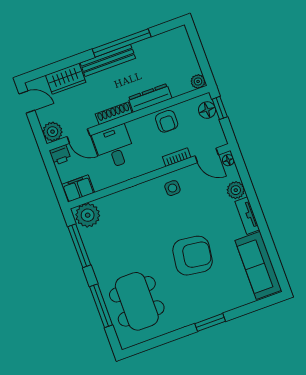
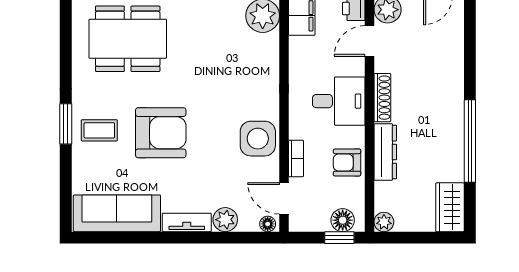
bench: (108, 60) -> (454, 115), removed
wardrobe: (66, 79) -> (450, 207), moved
desk: (114, 147) -> (339, 101), moved
door: (207, 155) -> (284, 198), hinge flipped
side table: (172, 188) -> (258, 139), width x1.87, depth x1.87
armchair: (193, 256) -> (161, 133), turned -98
coffee table: (206, 298) -> (99, 130), added

